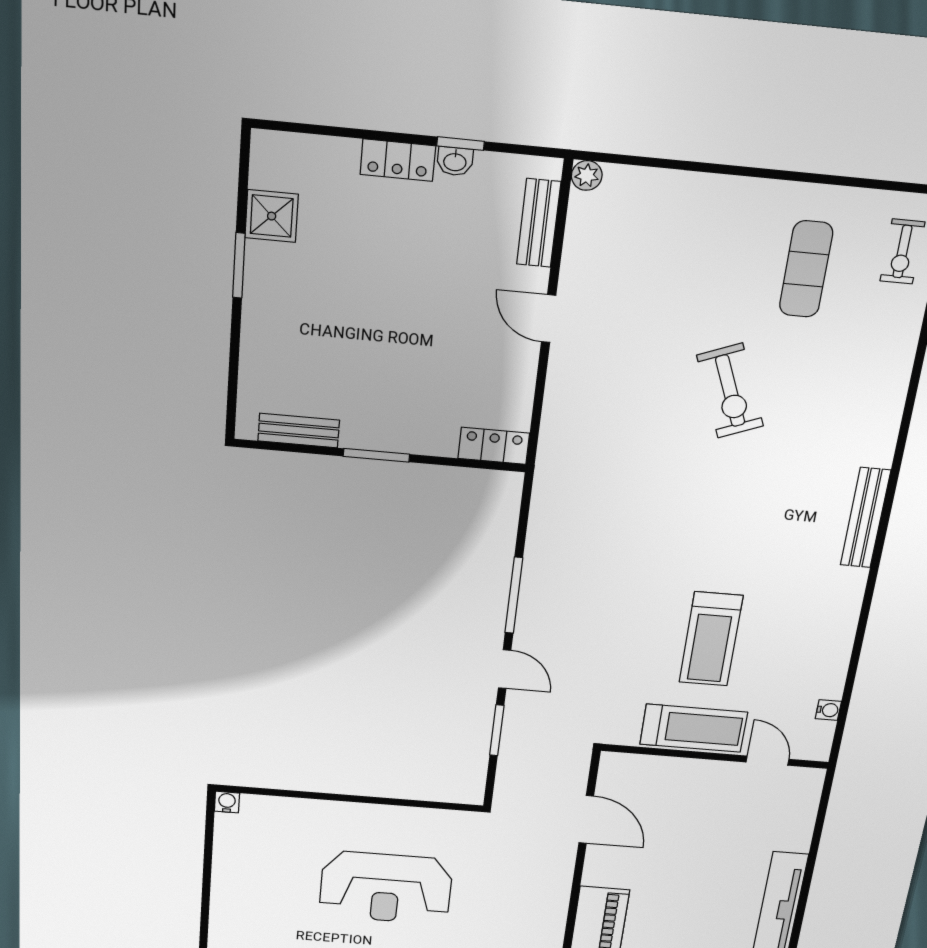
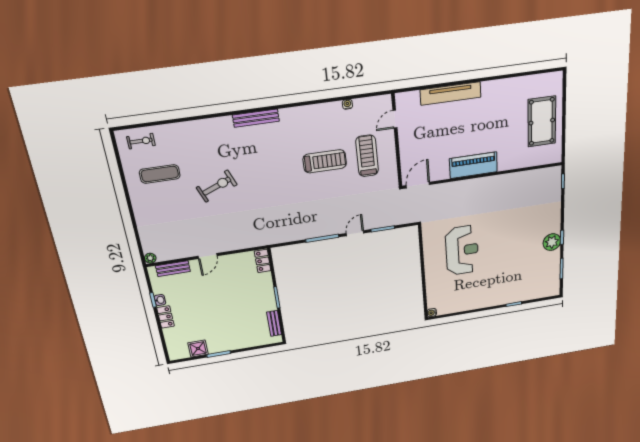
wall: (715, 756) -> (397, 141), moved
door: (767, 761) -> (395, 119), moved

